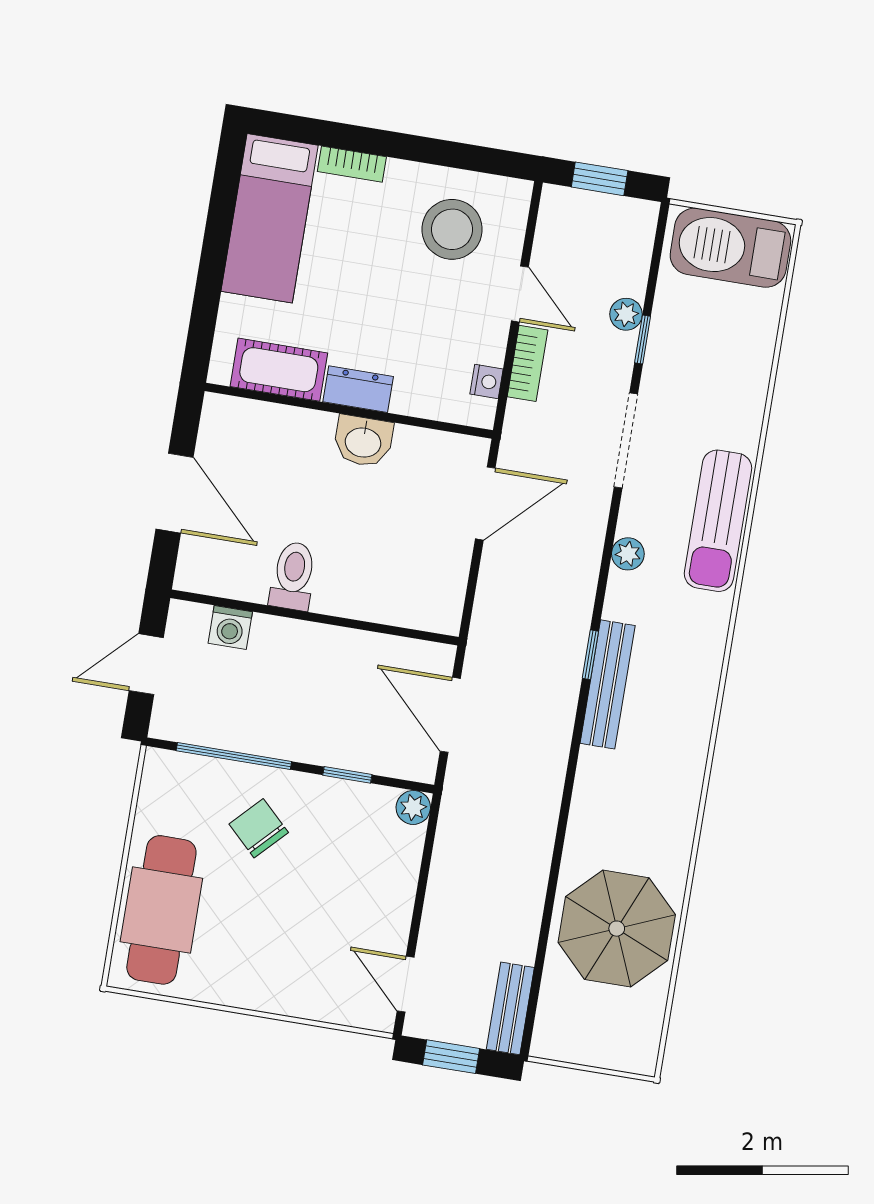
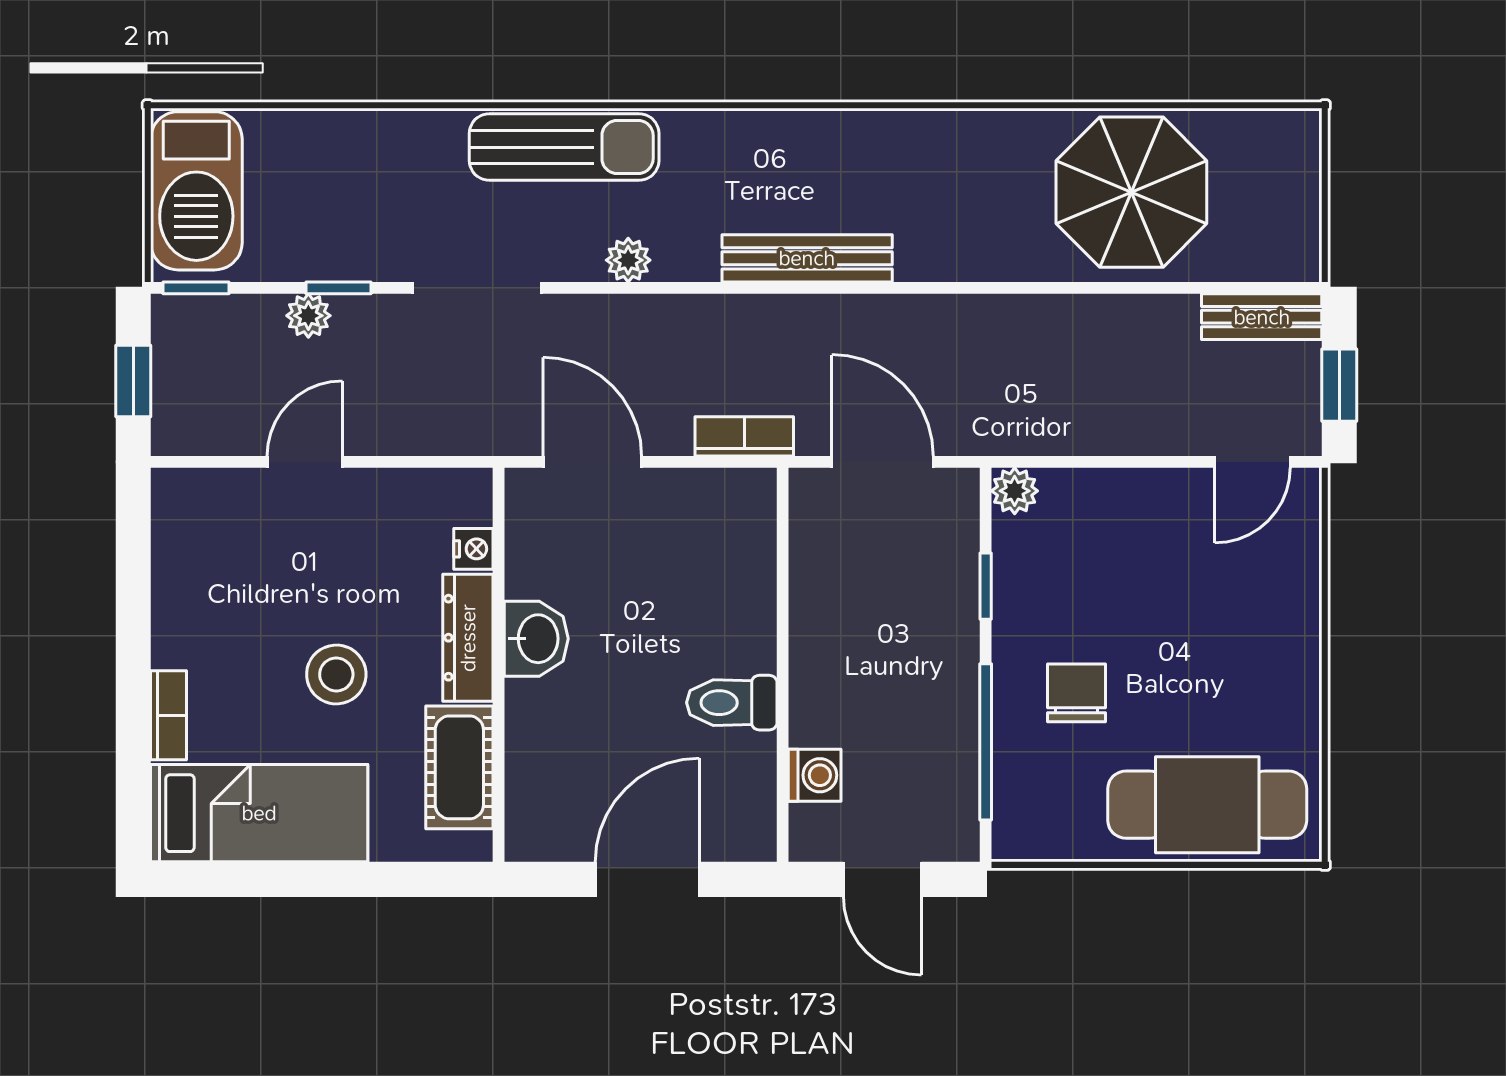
stool: (452, 229) -> (336, 674), moved, width x0.73, depth x0.73
bookcase: (527, 363) -> (744, 436), moved
nightstand: (487, 381) -> (473, 549), moved, turned 90
dresser: (358, 389) -> (468, 638), width x1.44
window: (590, 655) -> (196, 288), moved
door: (450, 715) -> (883, 462), swing flipped
chair: (259, 828) -> (1077, 693), turned 136

